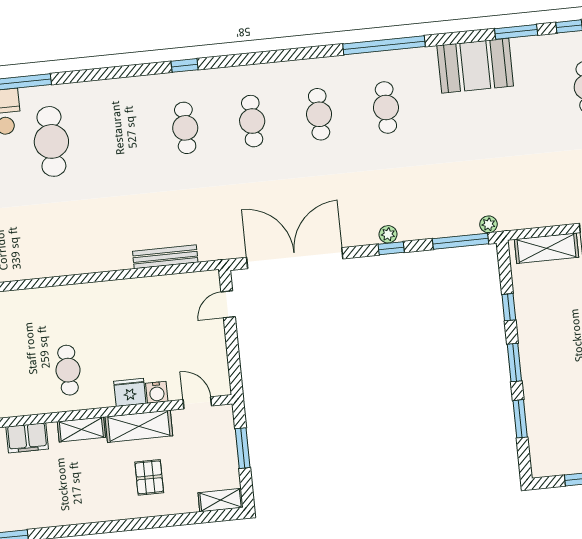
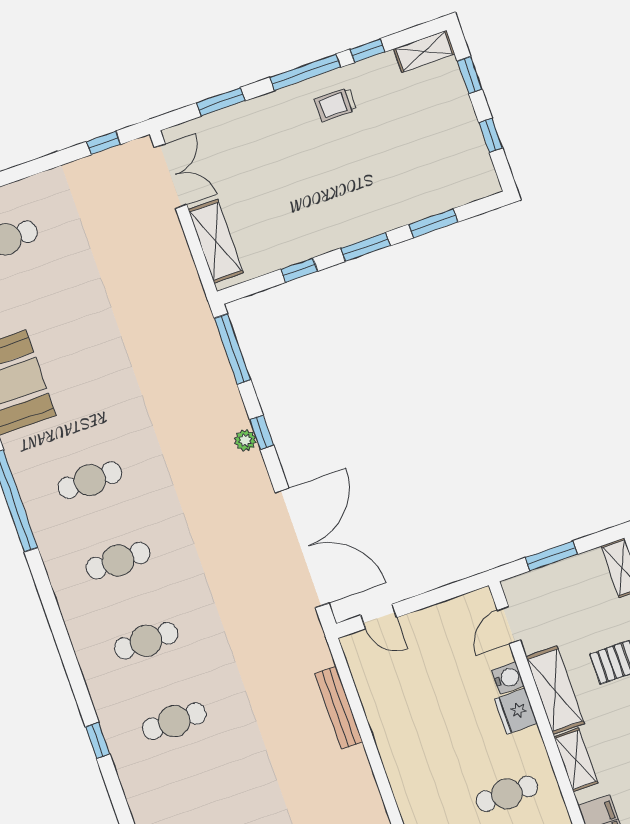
plant: (488, 224) -> (203, 320), removed
double door: (295, 258) -> (302, 548), swing flipped

